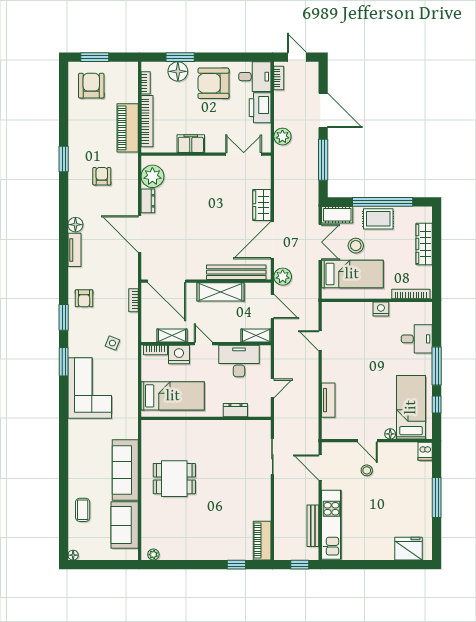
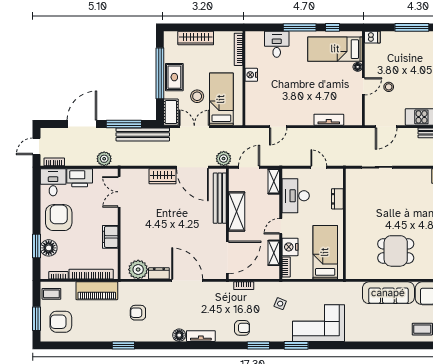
coffee table: (124, 75) -> (51, 294), added
armchair: (213, 83) -> (59, 218), turned 180
bench: (311, 182) -> (143, 134), added
door: (140, 234) -> (187, 280), swing flipped
dining table: (174, 479) -> (396, 251), turned 90

